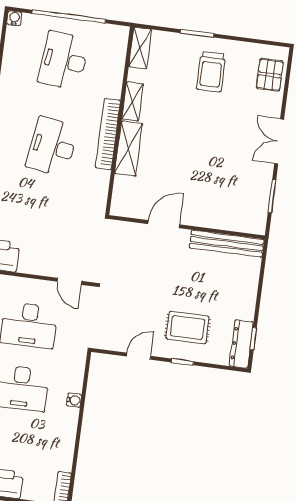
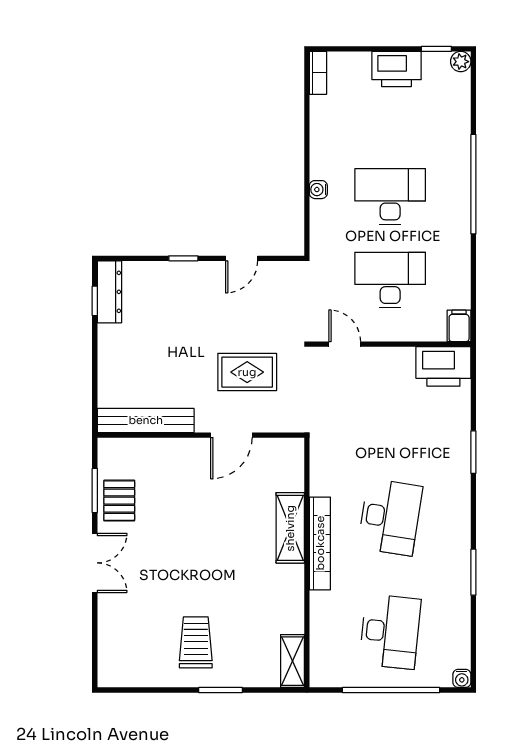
pallet: (270, 75) -> (119, 501), moved
shelving: (133, 101) -> (293, 590), removed
rug: (187, 328) -> (247, 372), moved

